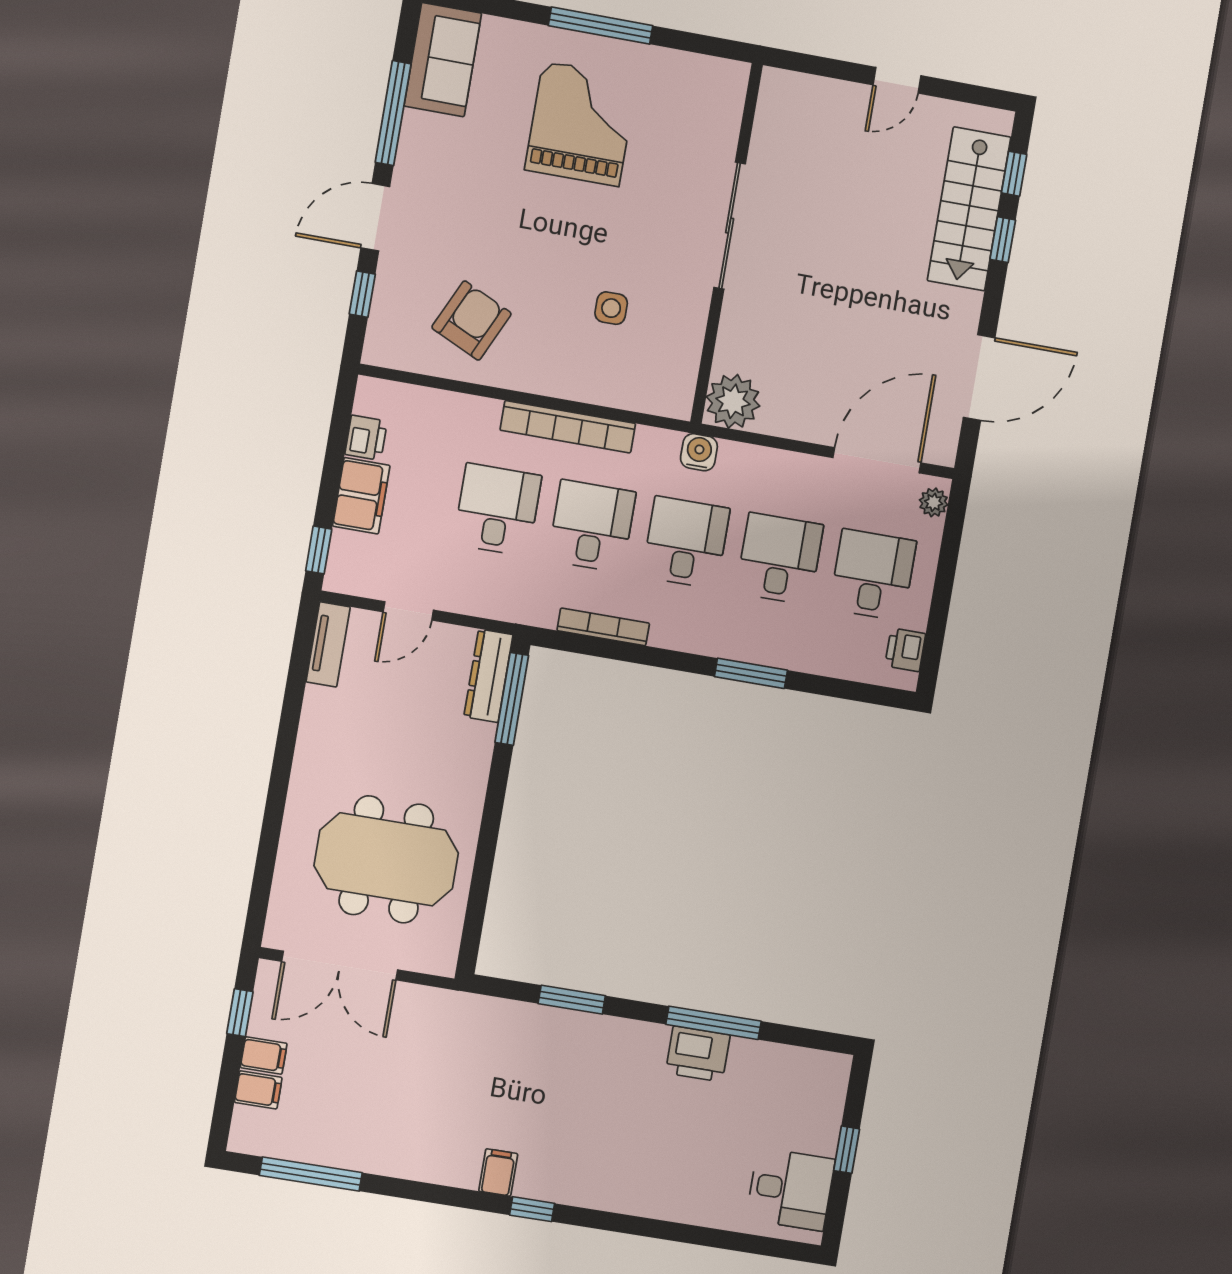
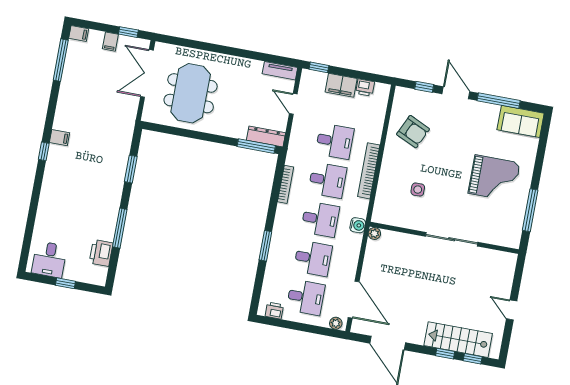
window: (601, 26) -> (530, 210), moved
plant: (733, 401) -> (374, 233), width x0.53, depth x0.53
printer: (698, 1054) -> (101, 253), moved
filing cabinet: (258, 1090) -> (79, 34), moved, turned -90

